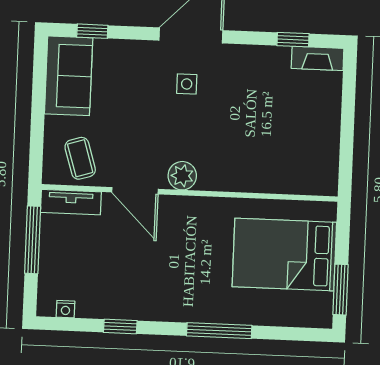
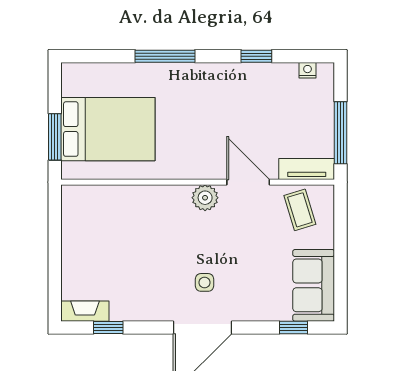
window: (340, 290) -> (55, 137), moved

